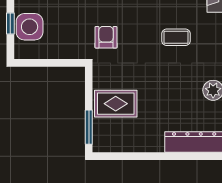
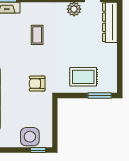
window: (10, 23) -> (38, 150), moved
rug: (116, 104) -> (83, 77), turned 90

